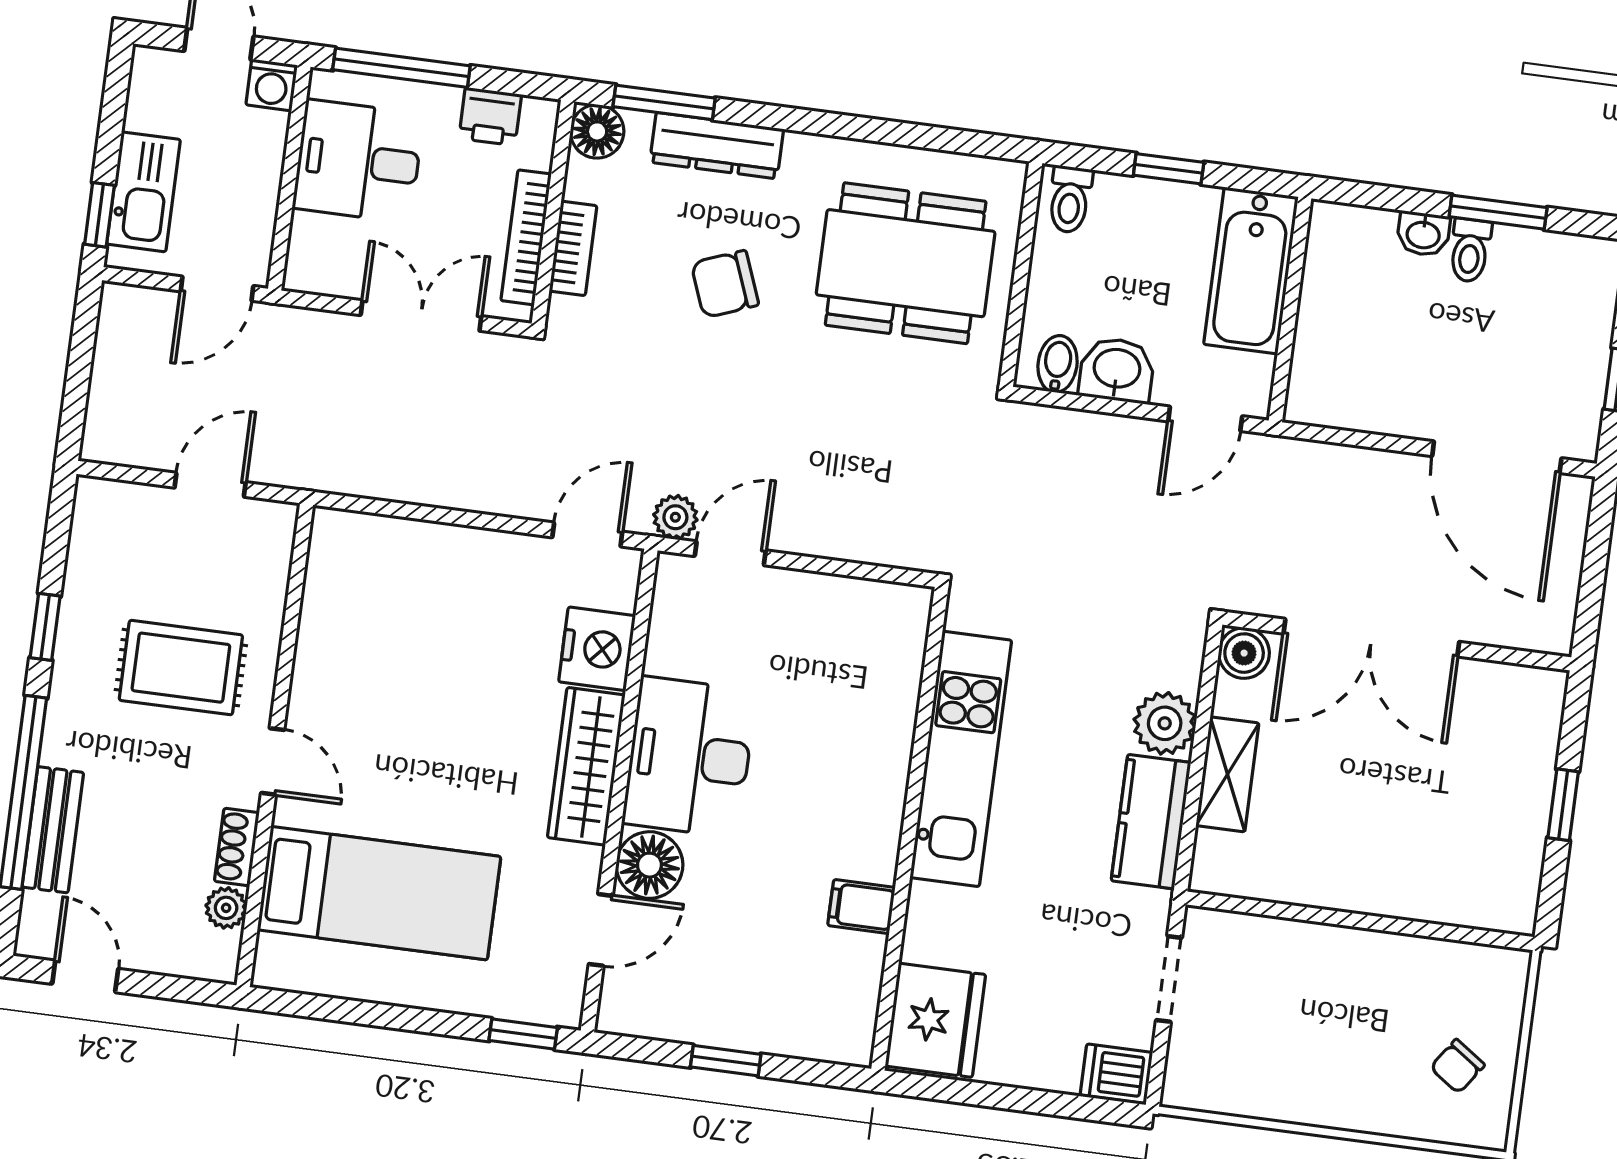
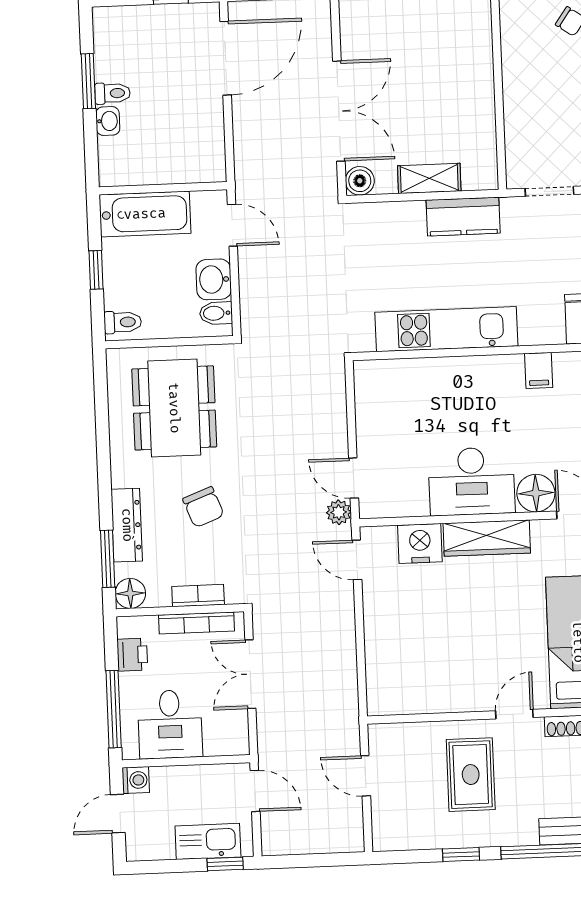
plant: (1165, 723) -> (407, 218), removed

